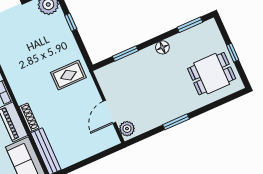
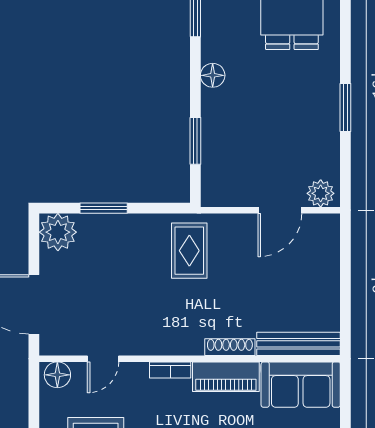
window: (71, 22) -> (104, 208), width x1.50
door: (109, 112) -> (280, 210), hinge flipped

